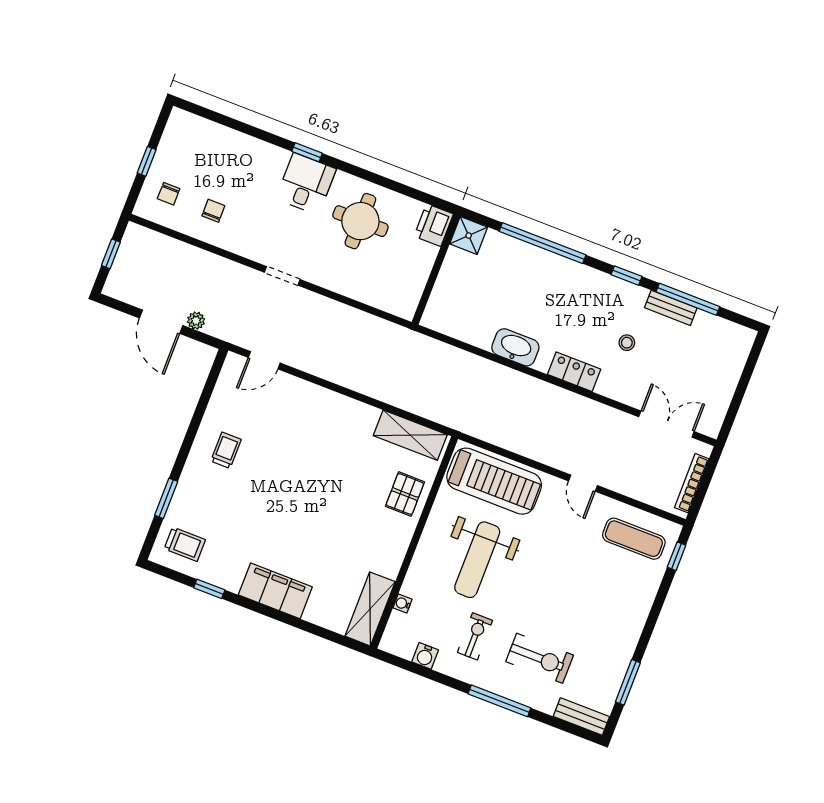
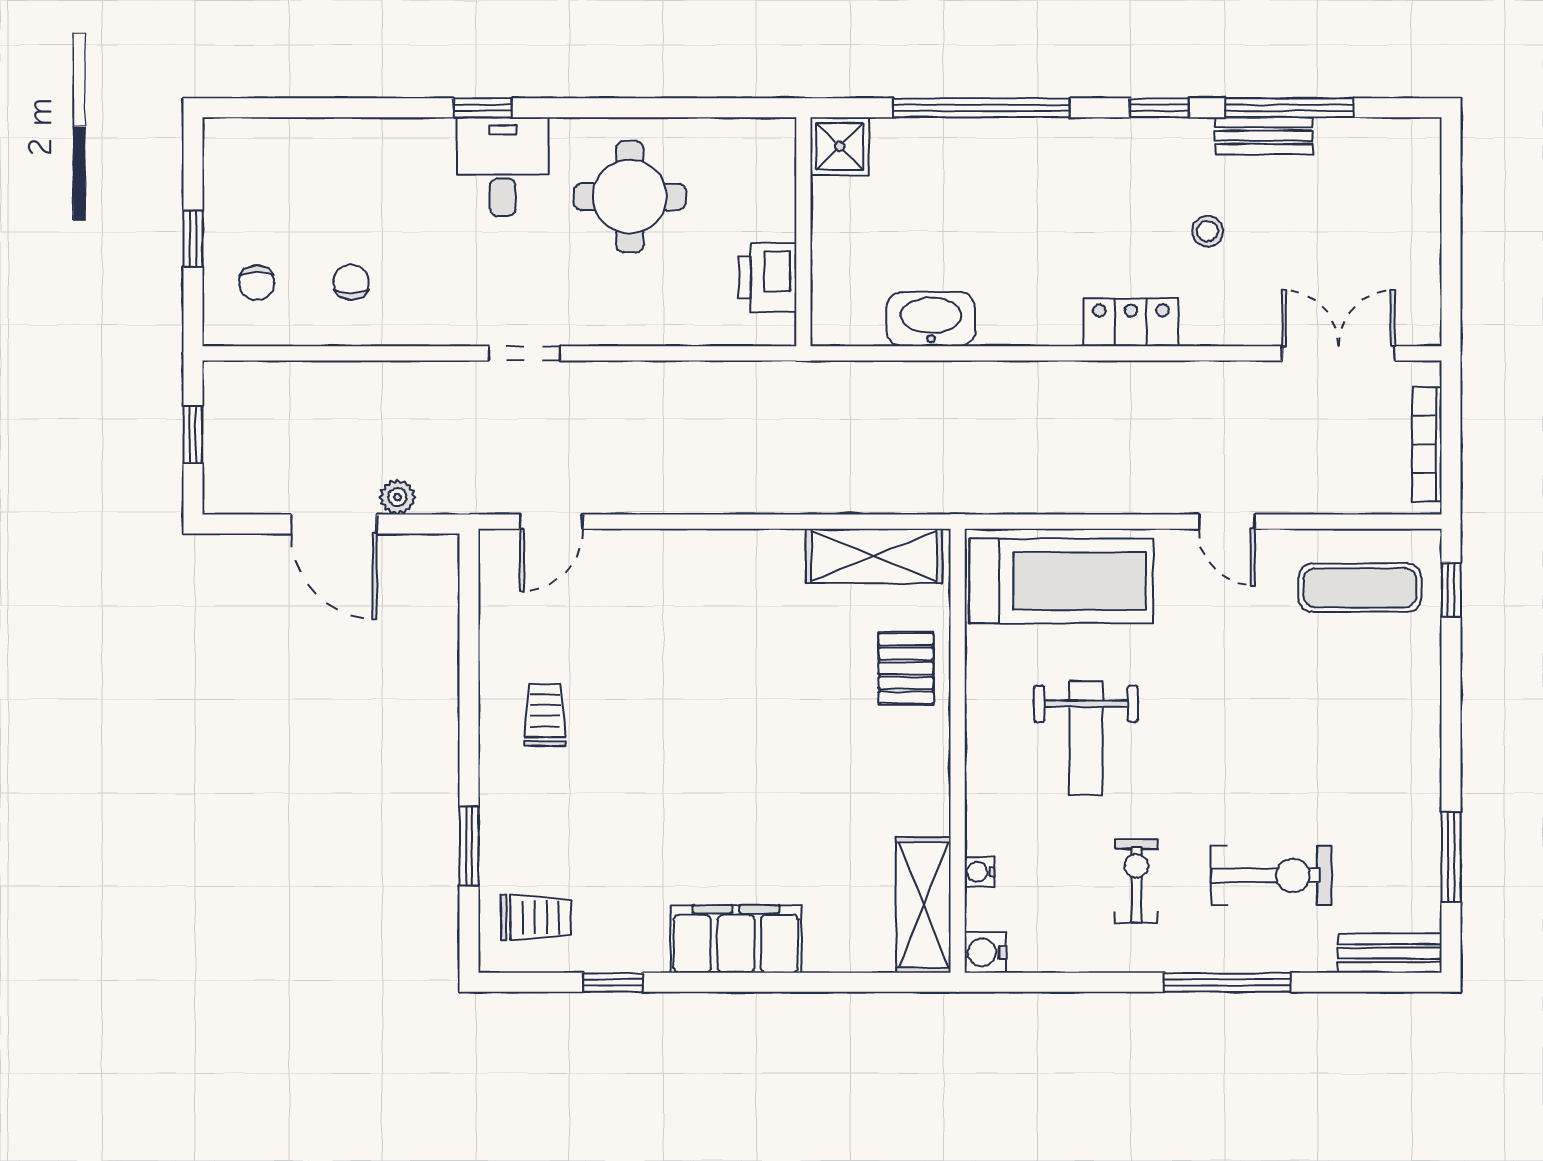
printer: (434, 225) -> (768, 278), moved
washbasin: (515, 347) -> (931, 319), moved
weight bench: (477, 560) -> (1086, 738), width x0.73, depth x0.75
water cooler: (425, 656) -> (985, 952), moved, turned 90

